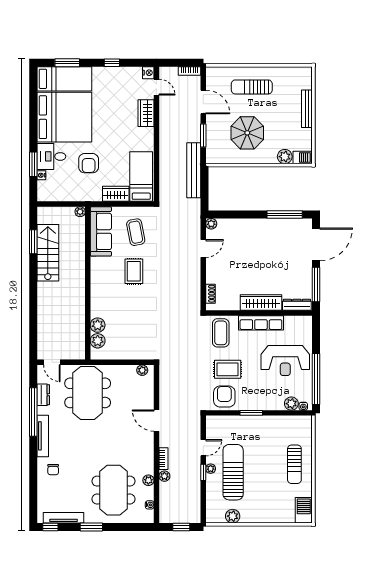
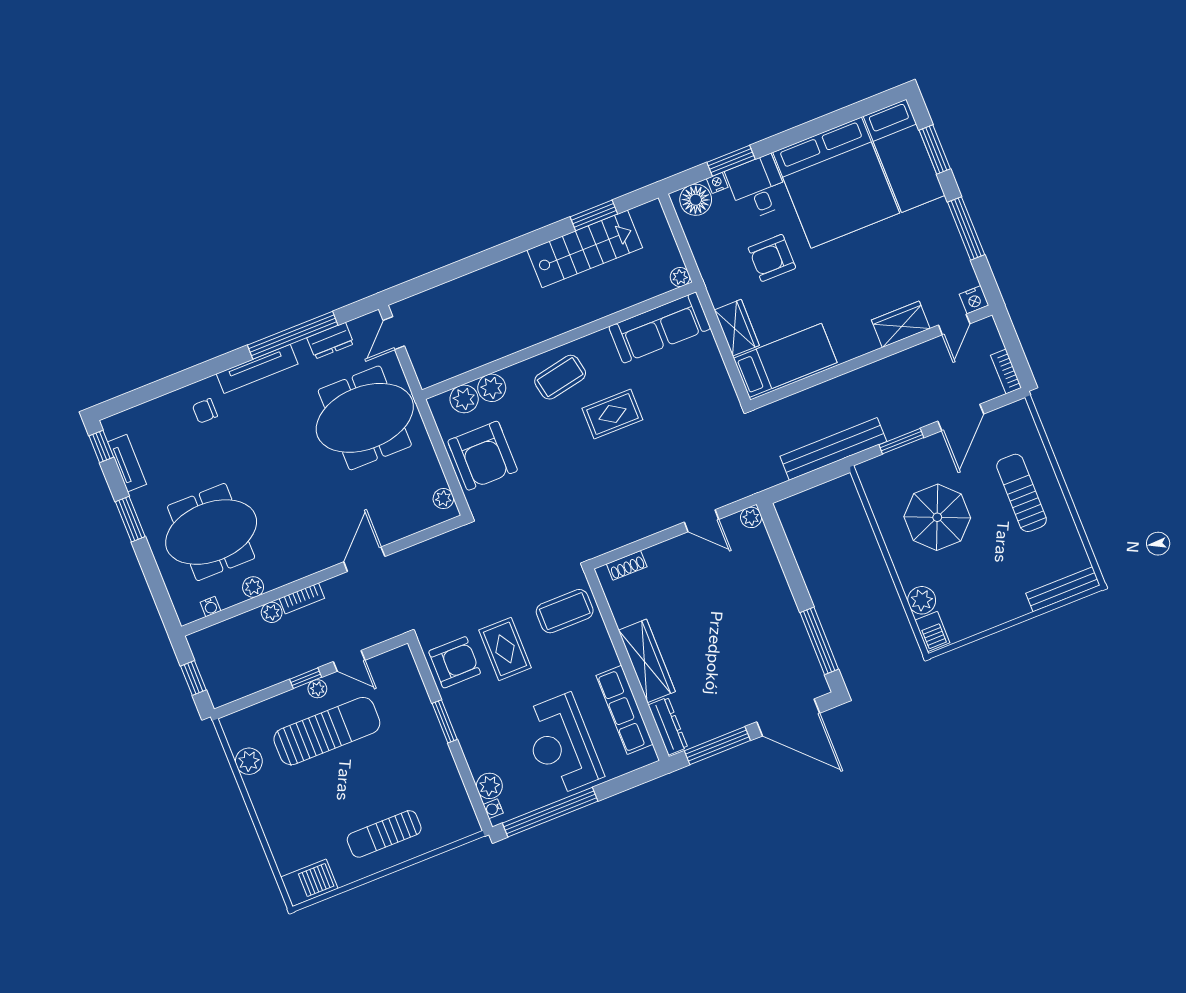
window: (112, 63) -> (966, 228), width x2.17
bench: (307, 109) -> (1063, 589), moved
floor lamp: (45, 189) -> (696, 200), added
coffee table: (136, 232) -> (560, 377), moved
row of seats: (261, 323) -> (625, 710), moved
armchair: (129, 343) -> (483, 456), added
tv unit: (63, 518) -> (127, 463), width x0.71

